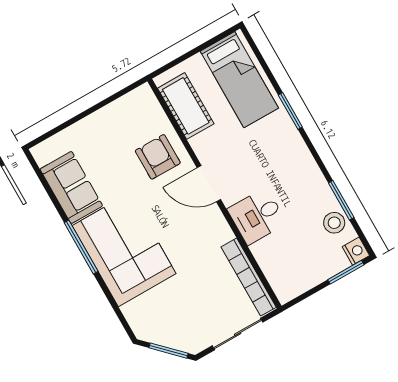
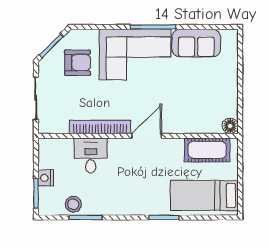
floor lamp: (144, 95) -> (230, 126), added
armchair: (158, 157) -> (77, 63), moved
desk: (257, 216) -> (91, 155), moved
nightstand: (356, 251) -> (46, 178), moved, turned 90
bookcase: (249, 277) -> (100, 127), moved

